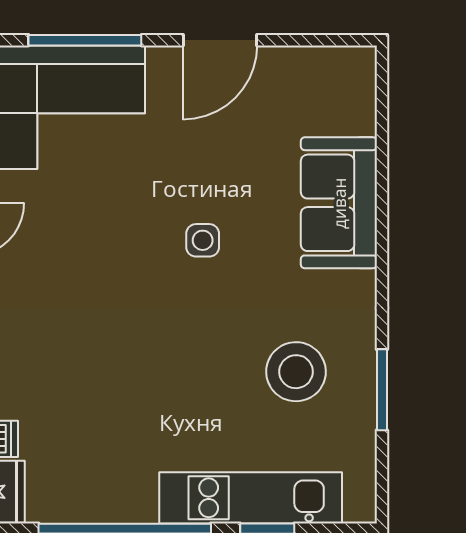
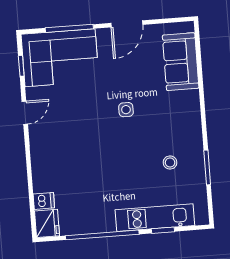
sofa: (339, 203) -> (181, 62), moved
stool: (296, 372) -> (170, 162), width x0.53, depth x0.53

